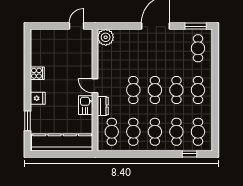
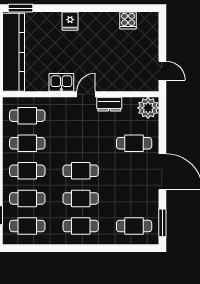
cooker: (37, 73) -> (128, 20), moved
cafe table: (133, 90) -> (134, 143), moved
dresser: (103, 106) -> (109, 104), moved
window: (28, 121) -> (21, 8), moved

